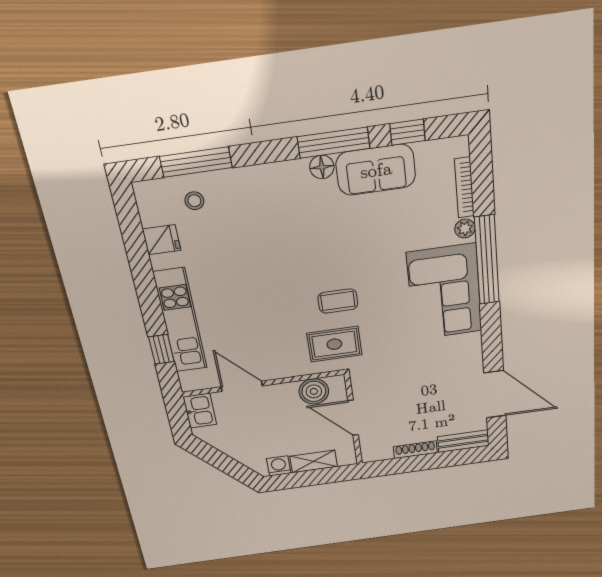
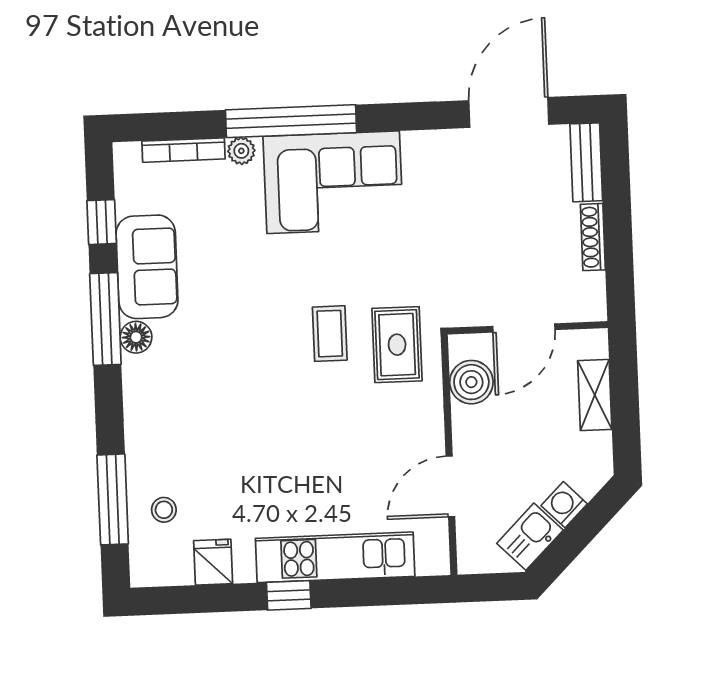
window: (161, 349) -> (289, 595), moved
kitchen sink: (200, 411) -> (530, 537), moved, turned -45
washing machine: (279, 466) -> (564, 505), moved, turned 45

